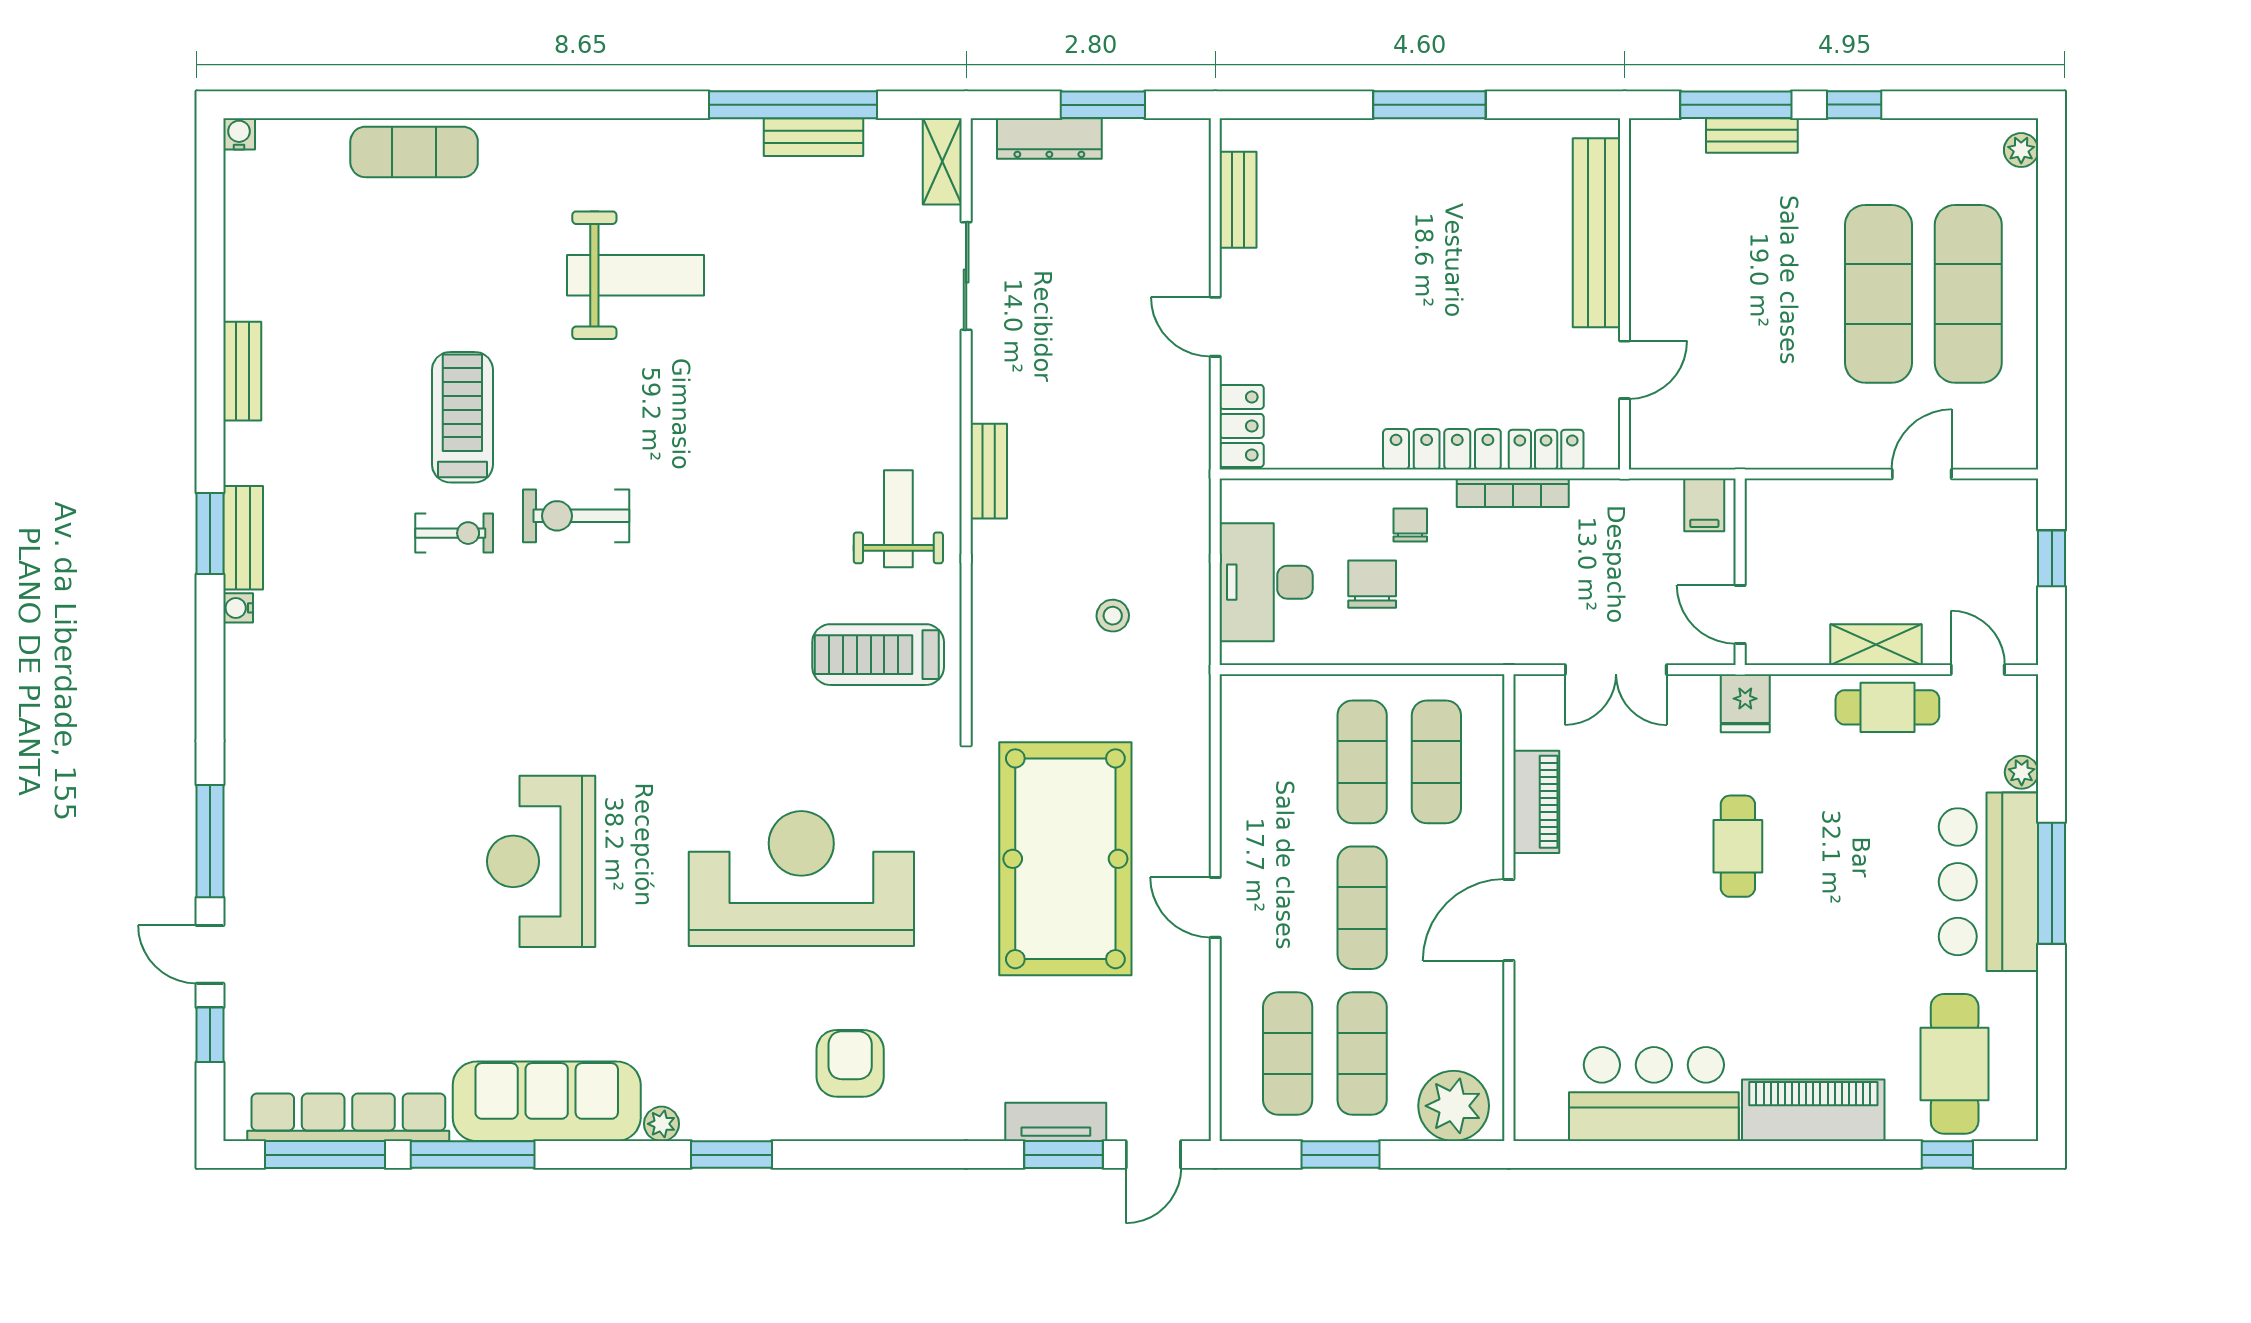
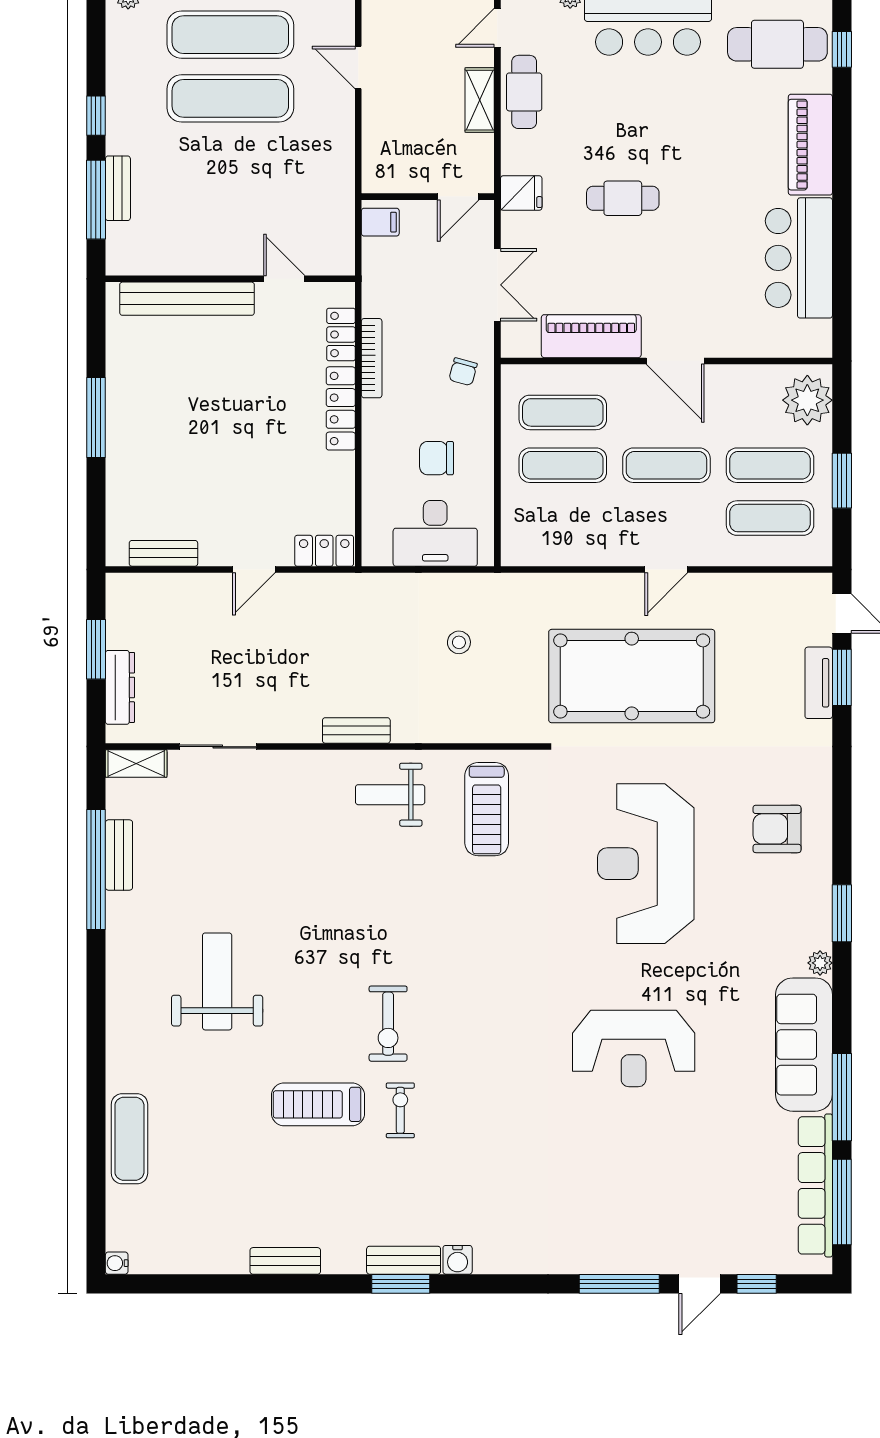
chair: (1410, 525) -> (463, 372), moved, turned -75
water cooler: (238, 608) -> (458, 1260), width x1.38, depth x1.38
piano: (1536, 802) -> (591, 336), width x1.37, depth x1.33

